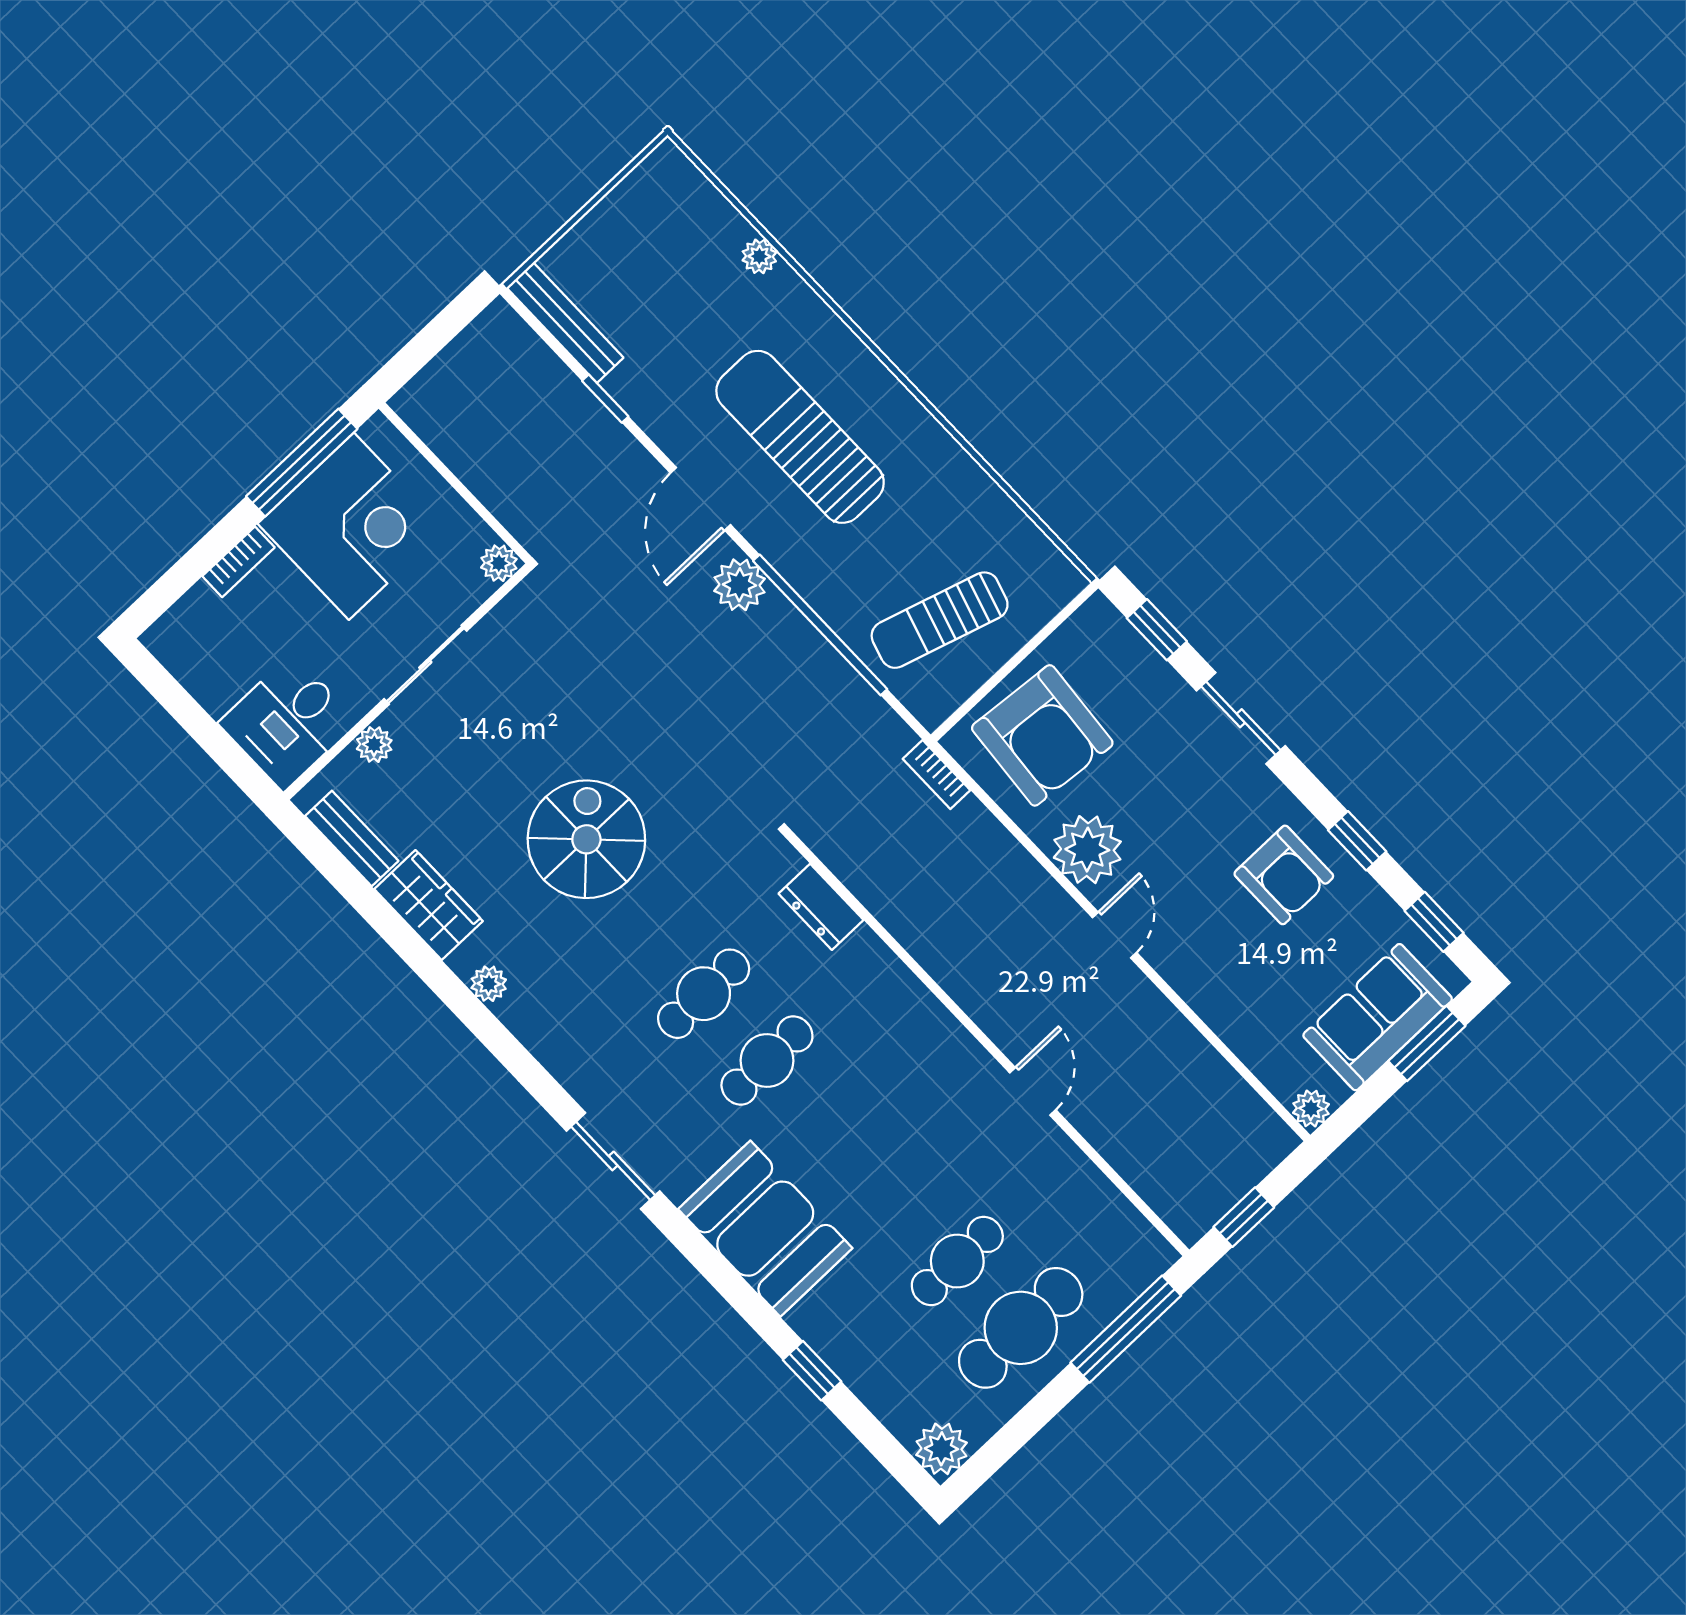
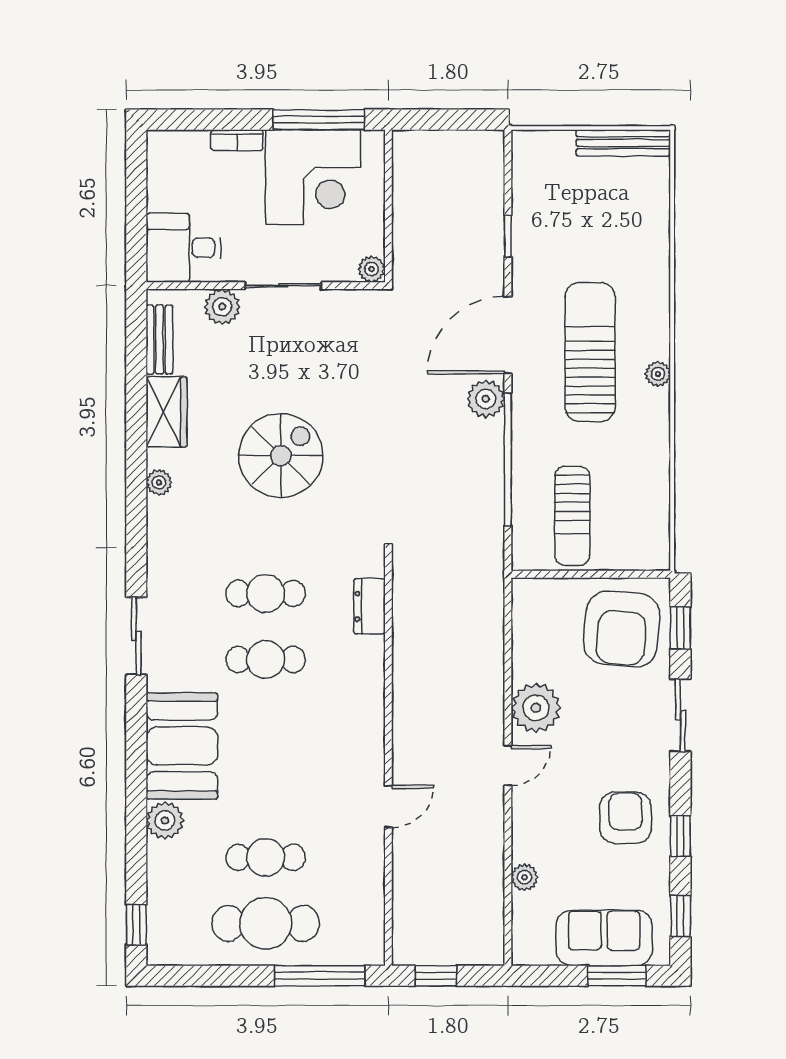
plant: (759, 256) -> (658, 374), moved
bench: (565, 323) -> (623, 143), moved, turned 90
door: (700, 499) -> (508, 335), width x1.36
sun lounger: (940, 620) -> (572, 516), turned -107
armchair: (1042, 735) -> (622, 629), moved
plant: (374, 745) -> (222, 307), width x1.38, depth x1.38
bookcase: (936, 775) -> (495, 594), removed
armchair: (1284, 875) -> (625, 818), turned 180
plant: (1311, 1109) -> (524, 877), moved
window: (812, 1371) -> (136, 925), moved
plant: (941, 1449) -> (165, 821), moved

